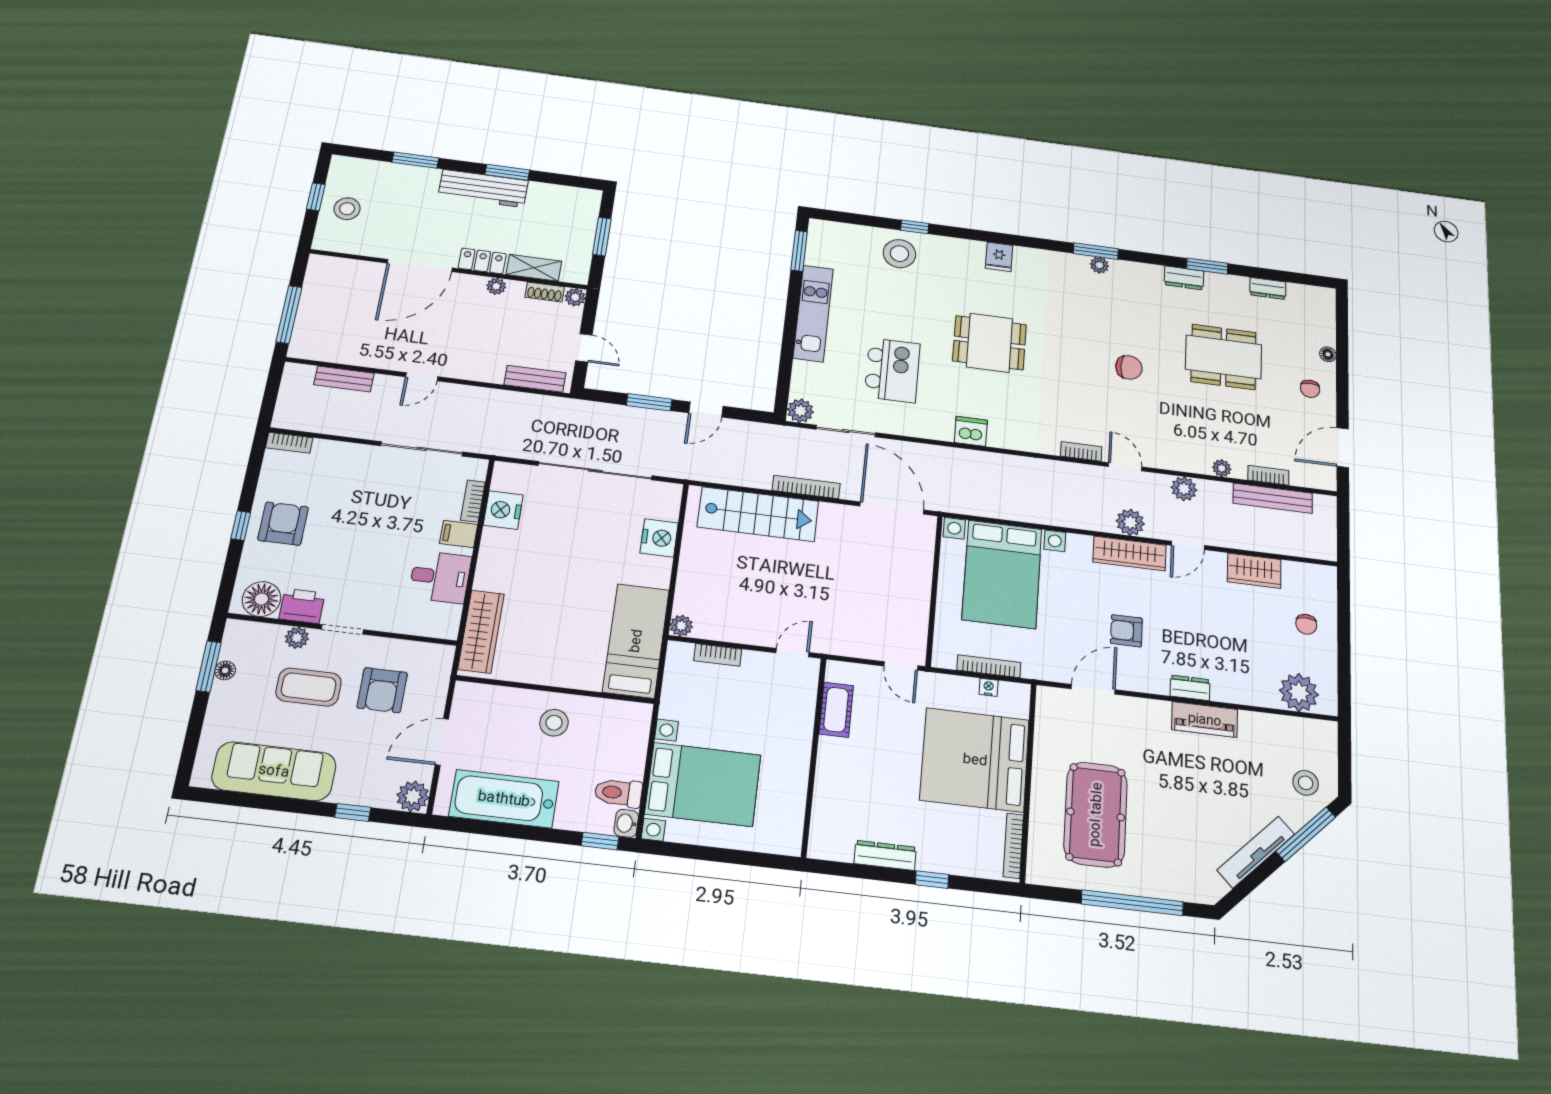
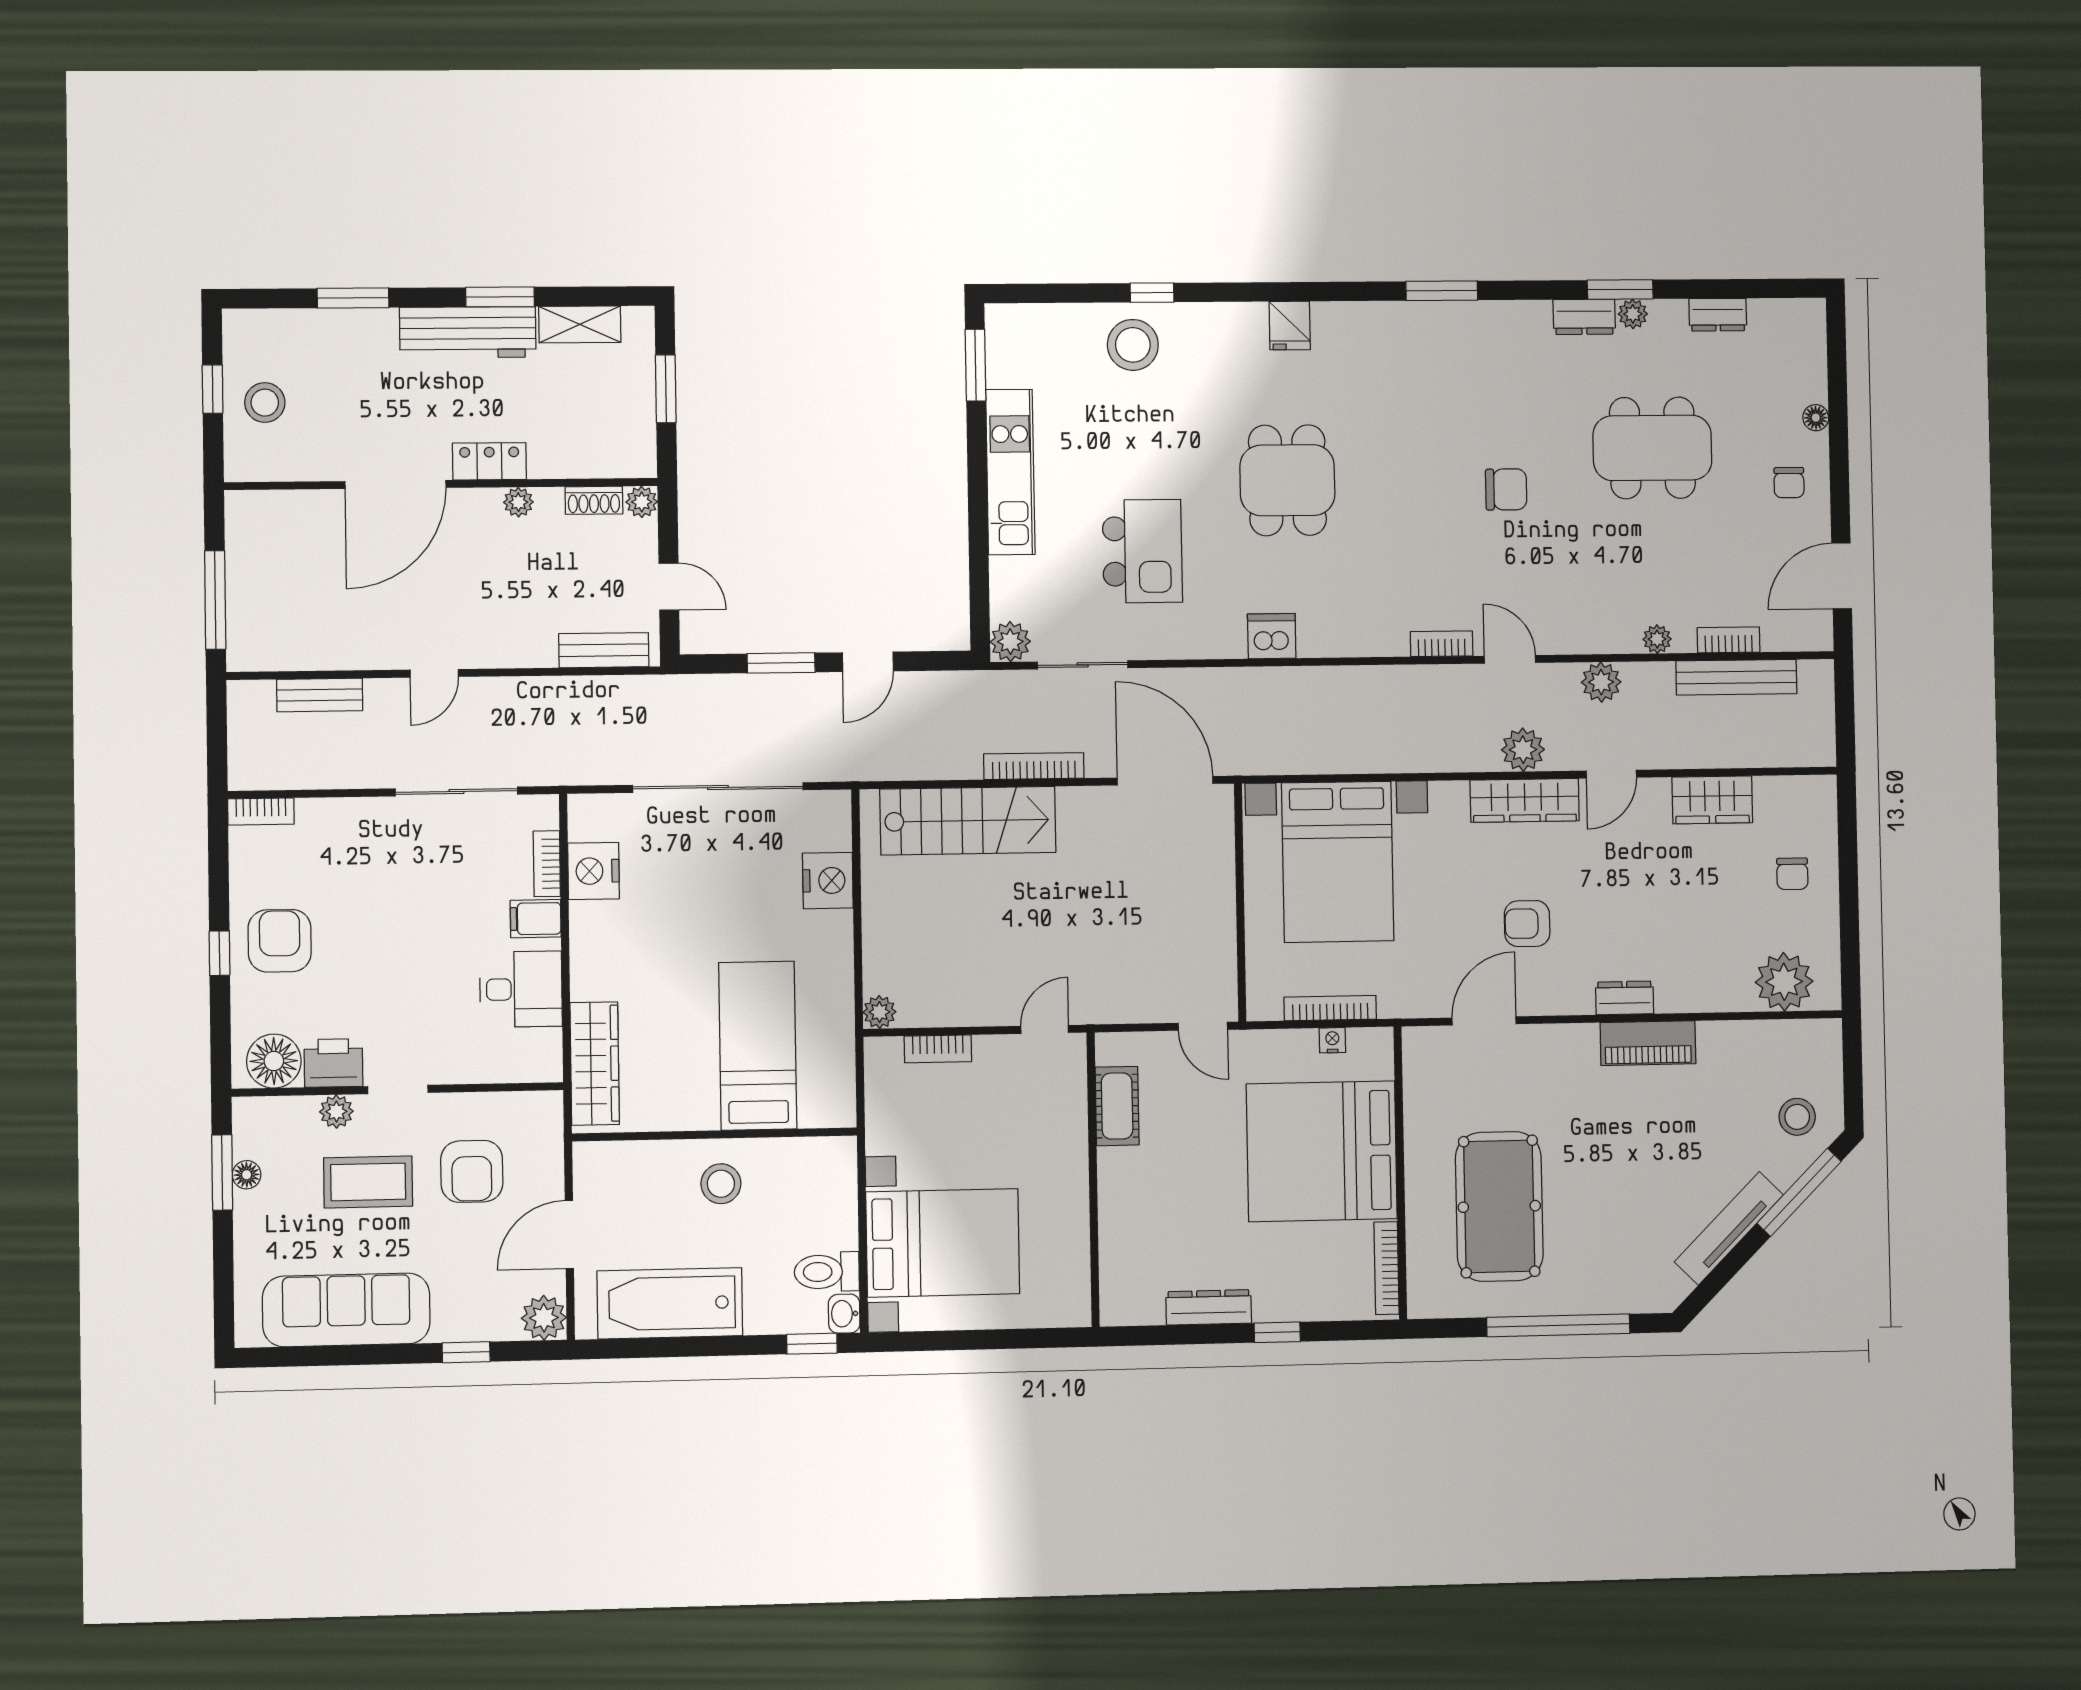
plant: (1099, 265) -> (1633, 314), moved
shelving: (534, 268) -> (580, 324), moved
dining table: (989, 343) -> (1287, 480), turned 90
bed: (636, 641) -> (758, 1046), moved

